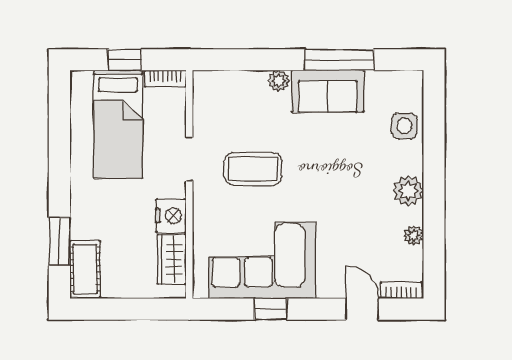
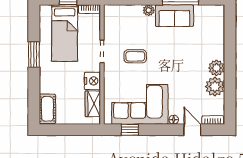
side table: (404, 126) -> (214, 34), removed
coffee table: (253, 169) -> (135, 56), width x0.73, depth x0.77
plant: (414, 235) -> (215, 87), width x1.88, depth x1.88
window: (59, 241) -> (34, 55), moved
floor lamp: (326, 290) -> (174, 120), added
window: (271, 309) -> (130, 130), moved

